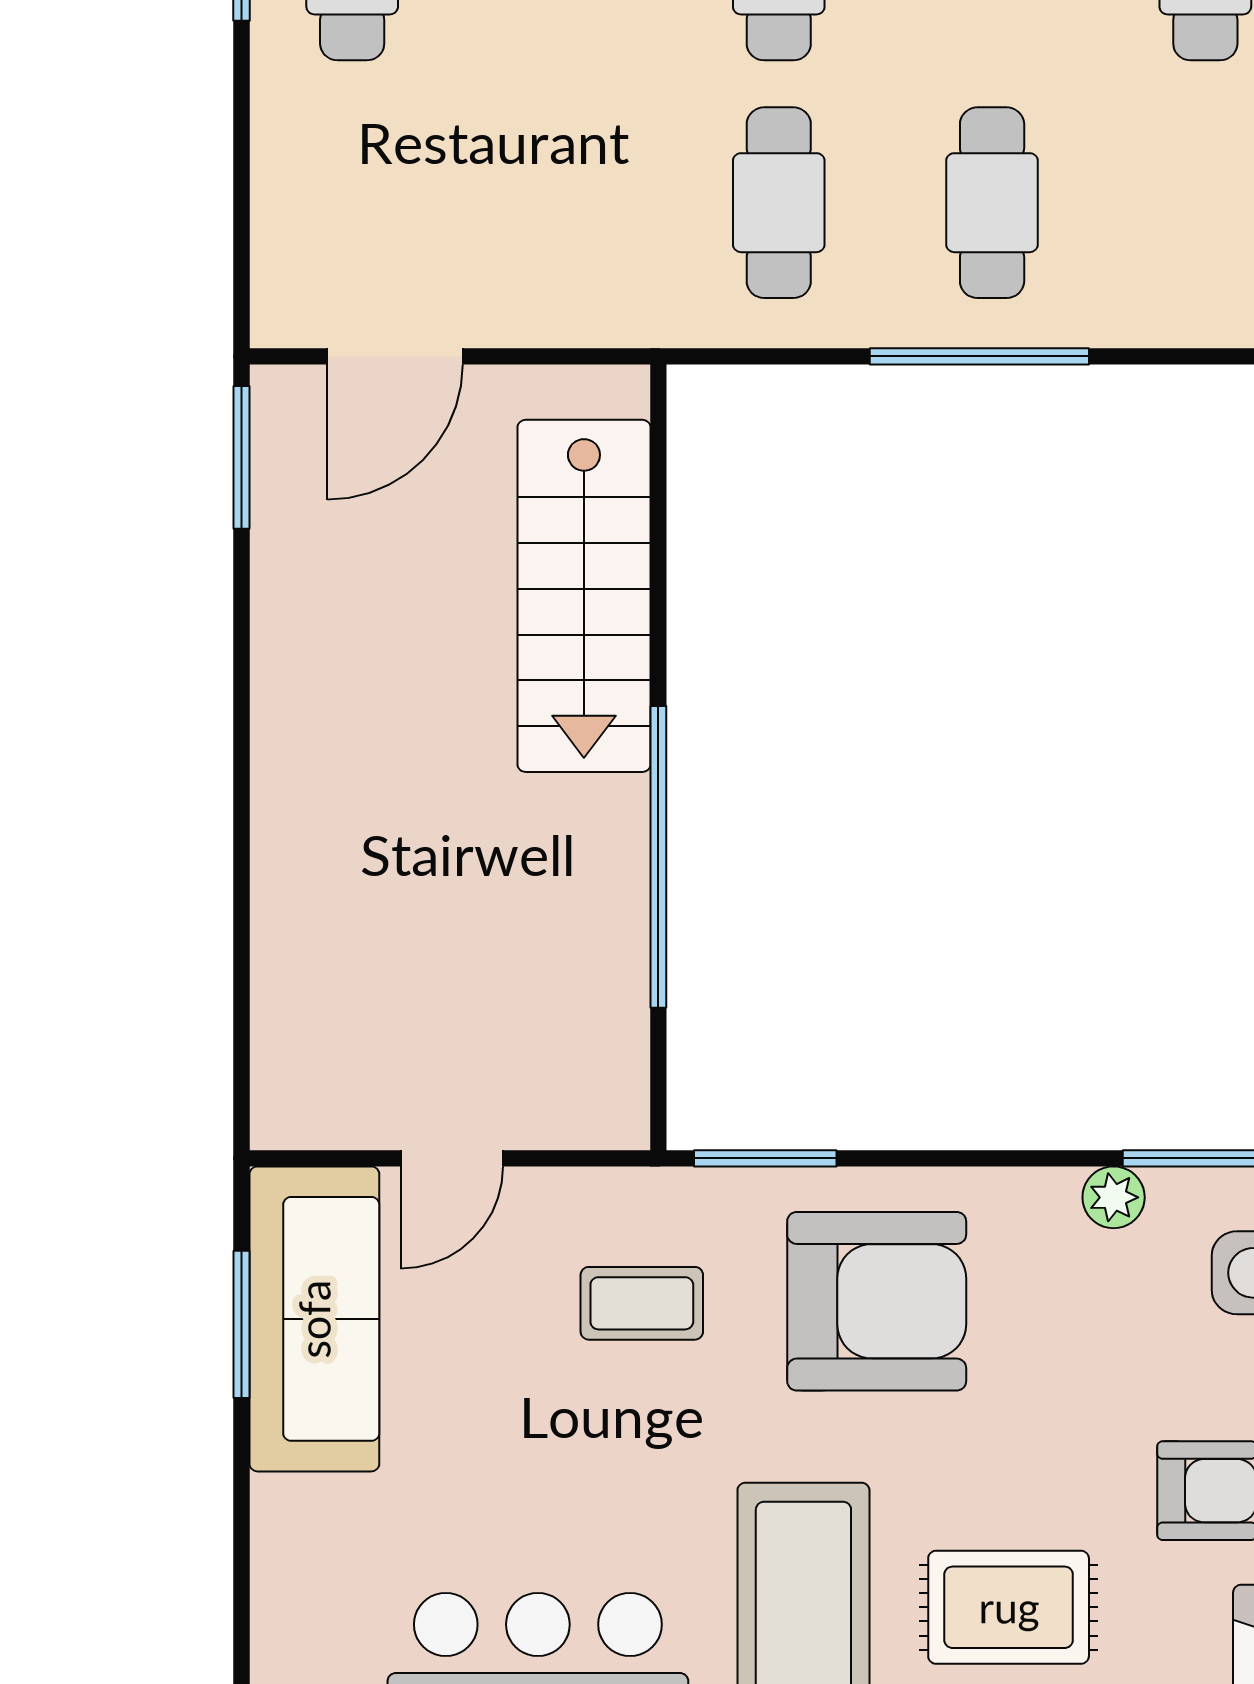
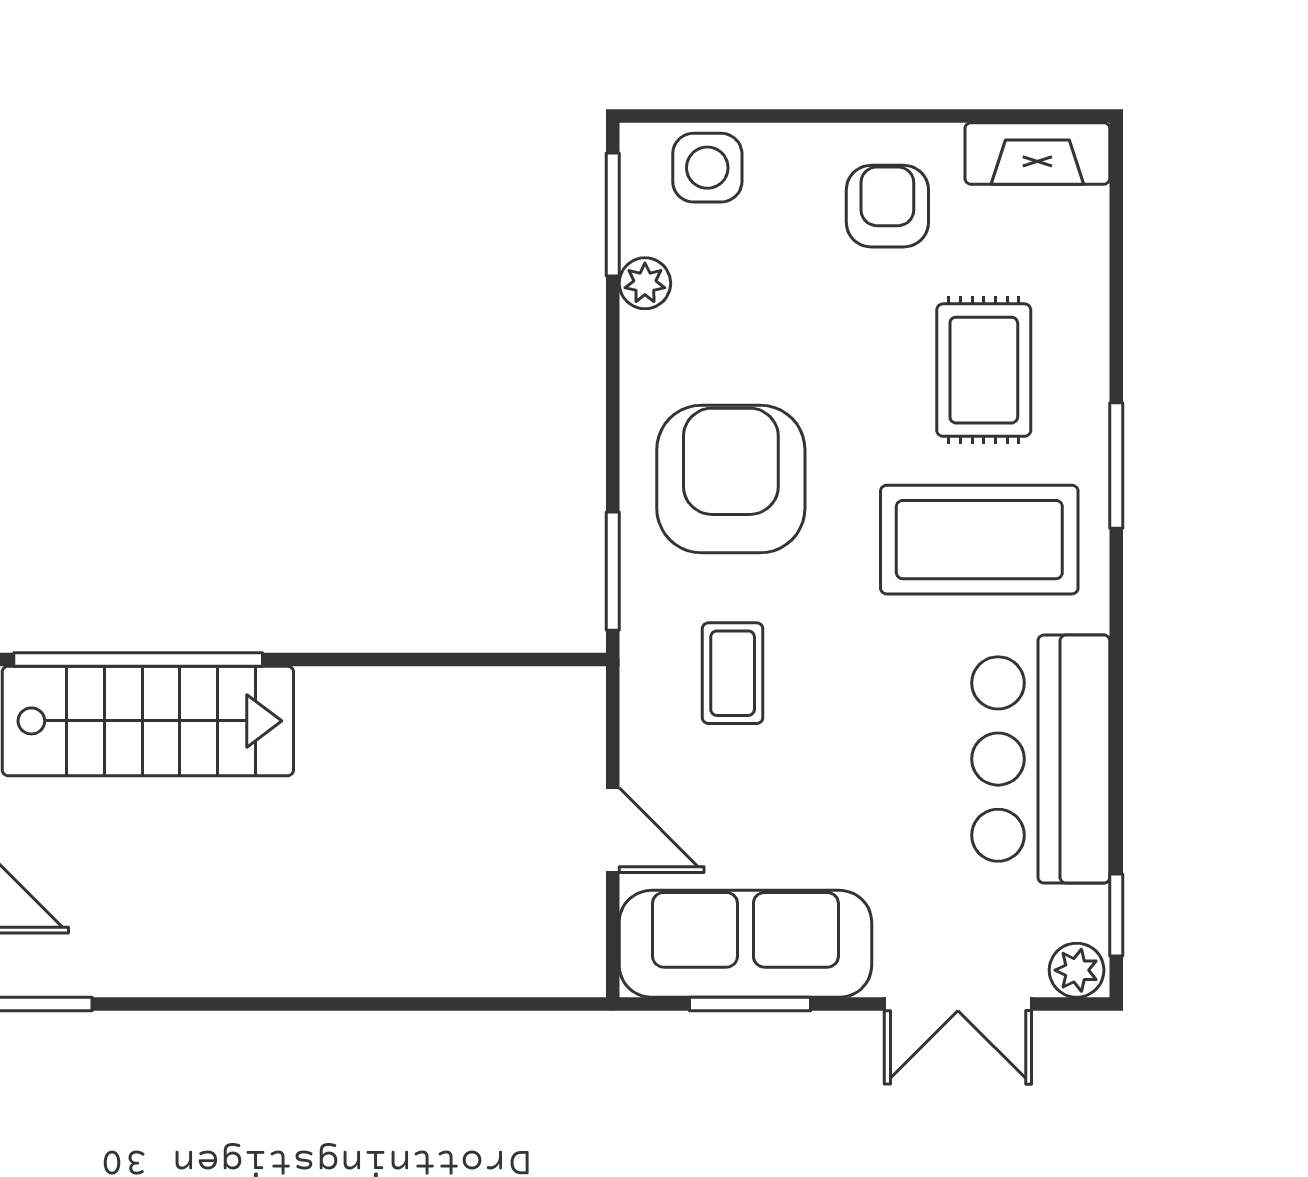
window: (658, 857) -> (138, 659), moved
double door: (242, 1576) -> (958, 1004), added

